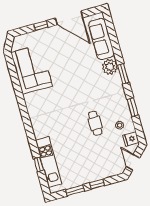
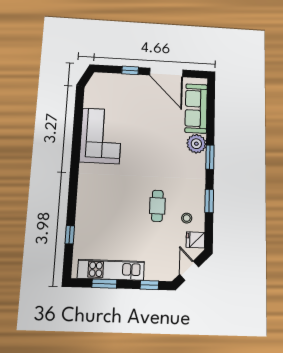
corner sofa: (32, 69) -> (101, 136), moved
kitchen unit: (49, 162) -> (111, 270), moved, turned -90
window: (97, 184) -> (149, 285), moved

